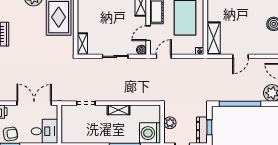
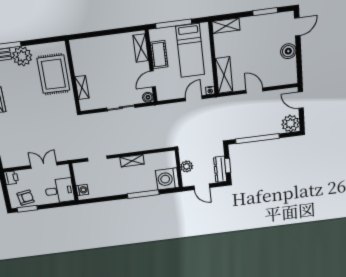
shelving: (82, 44) -> (82, 88), moved
door: (164, 56) -> (194, 98), moved
door: (240, 56) -> (254, 91), swing flipped
double door: (34, 103) -> (44, 165), width x0.73
washing machine: (67, 133) -> (82, 190), added

